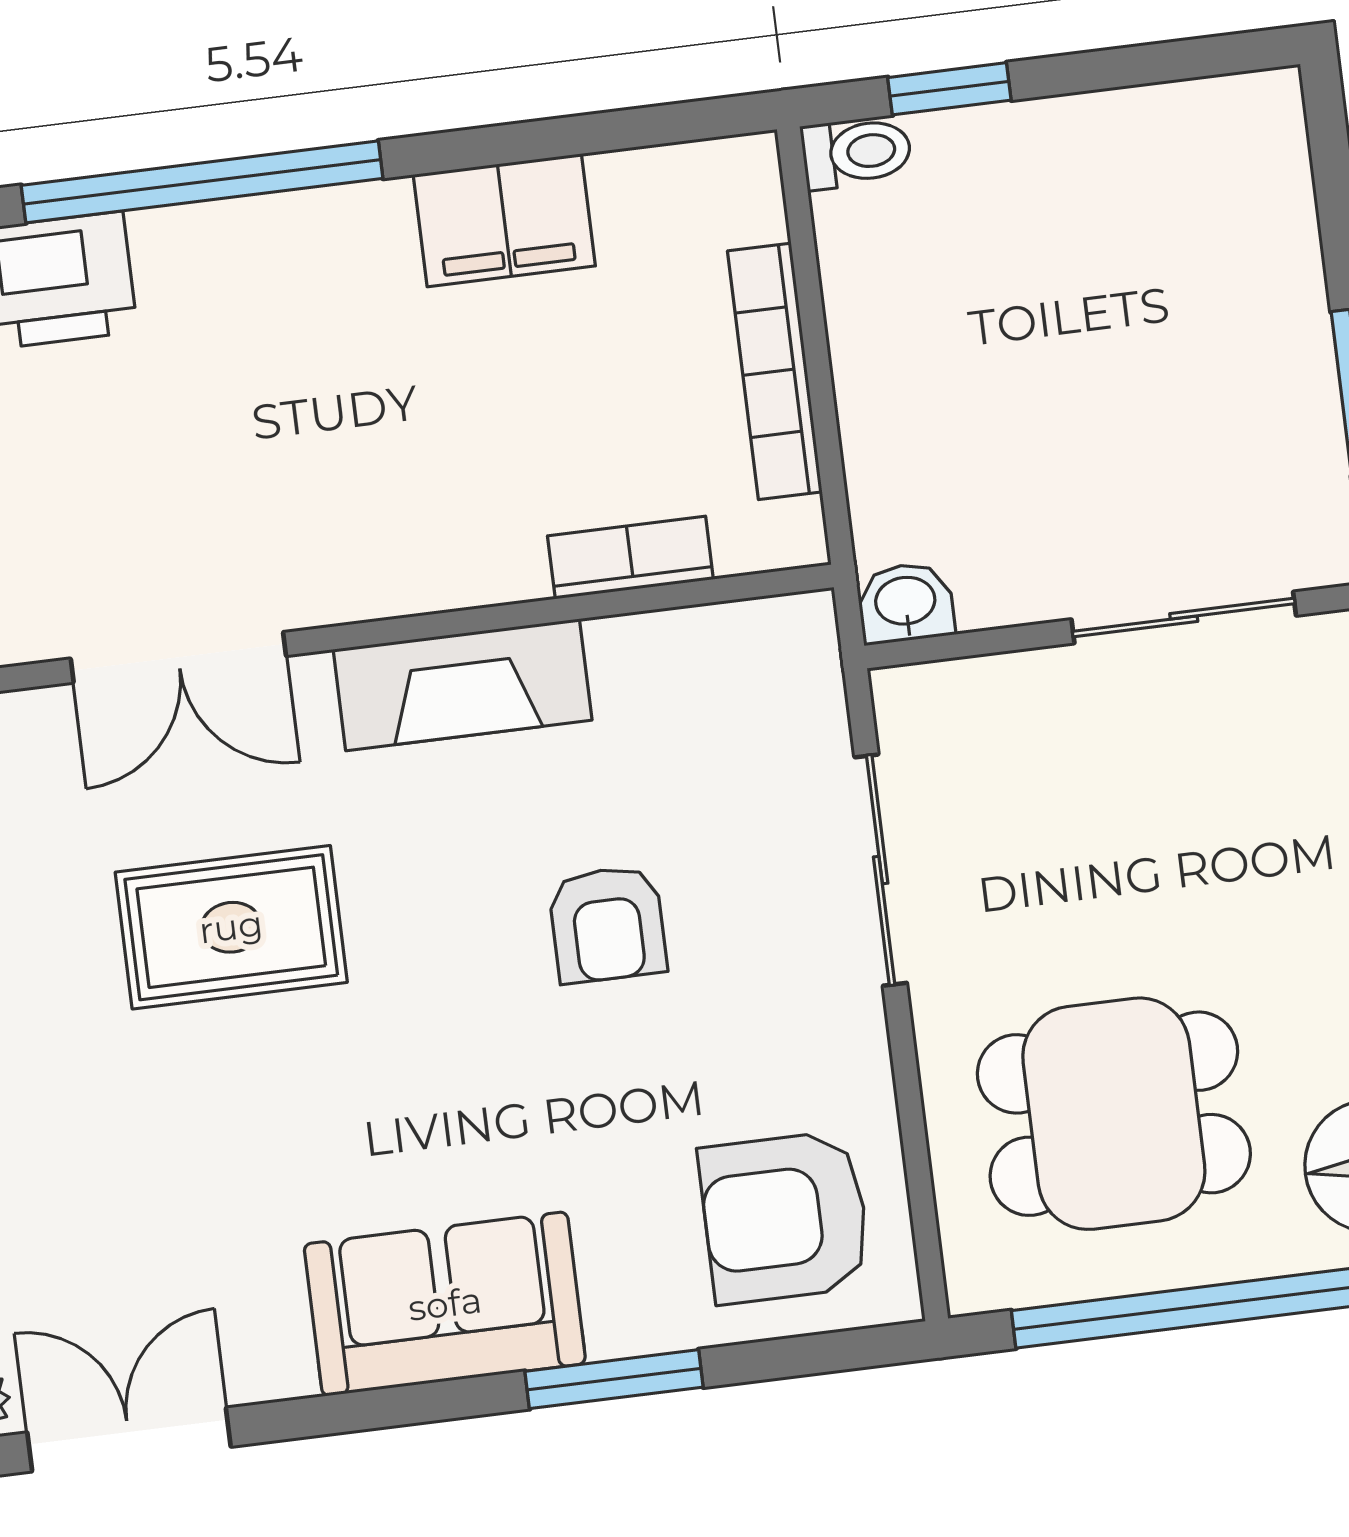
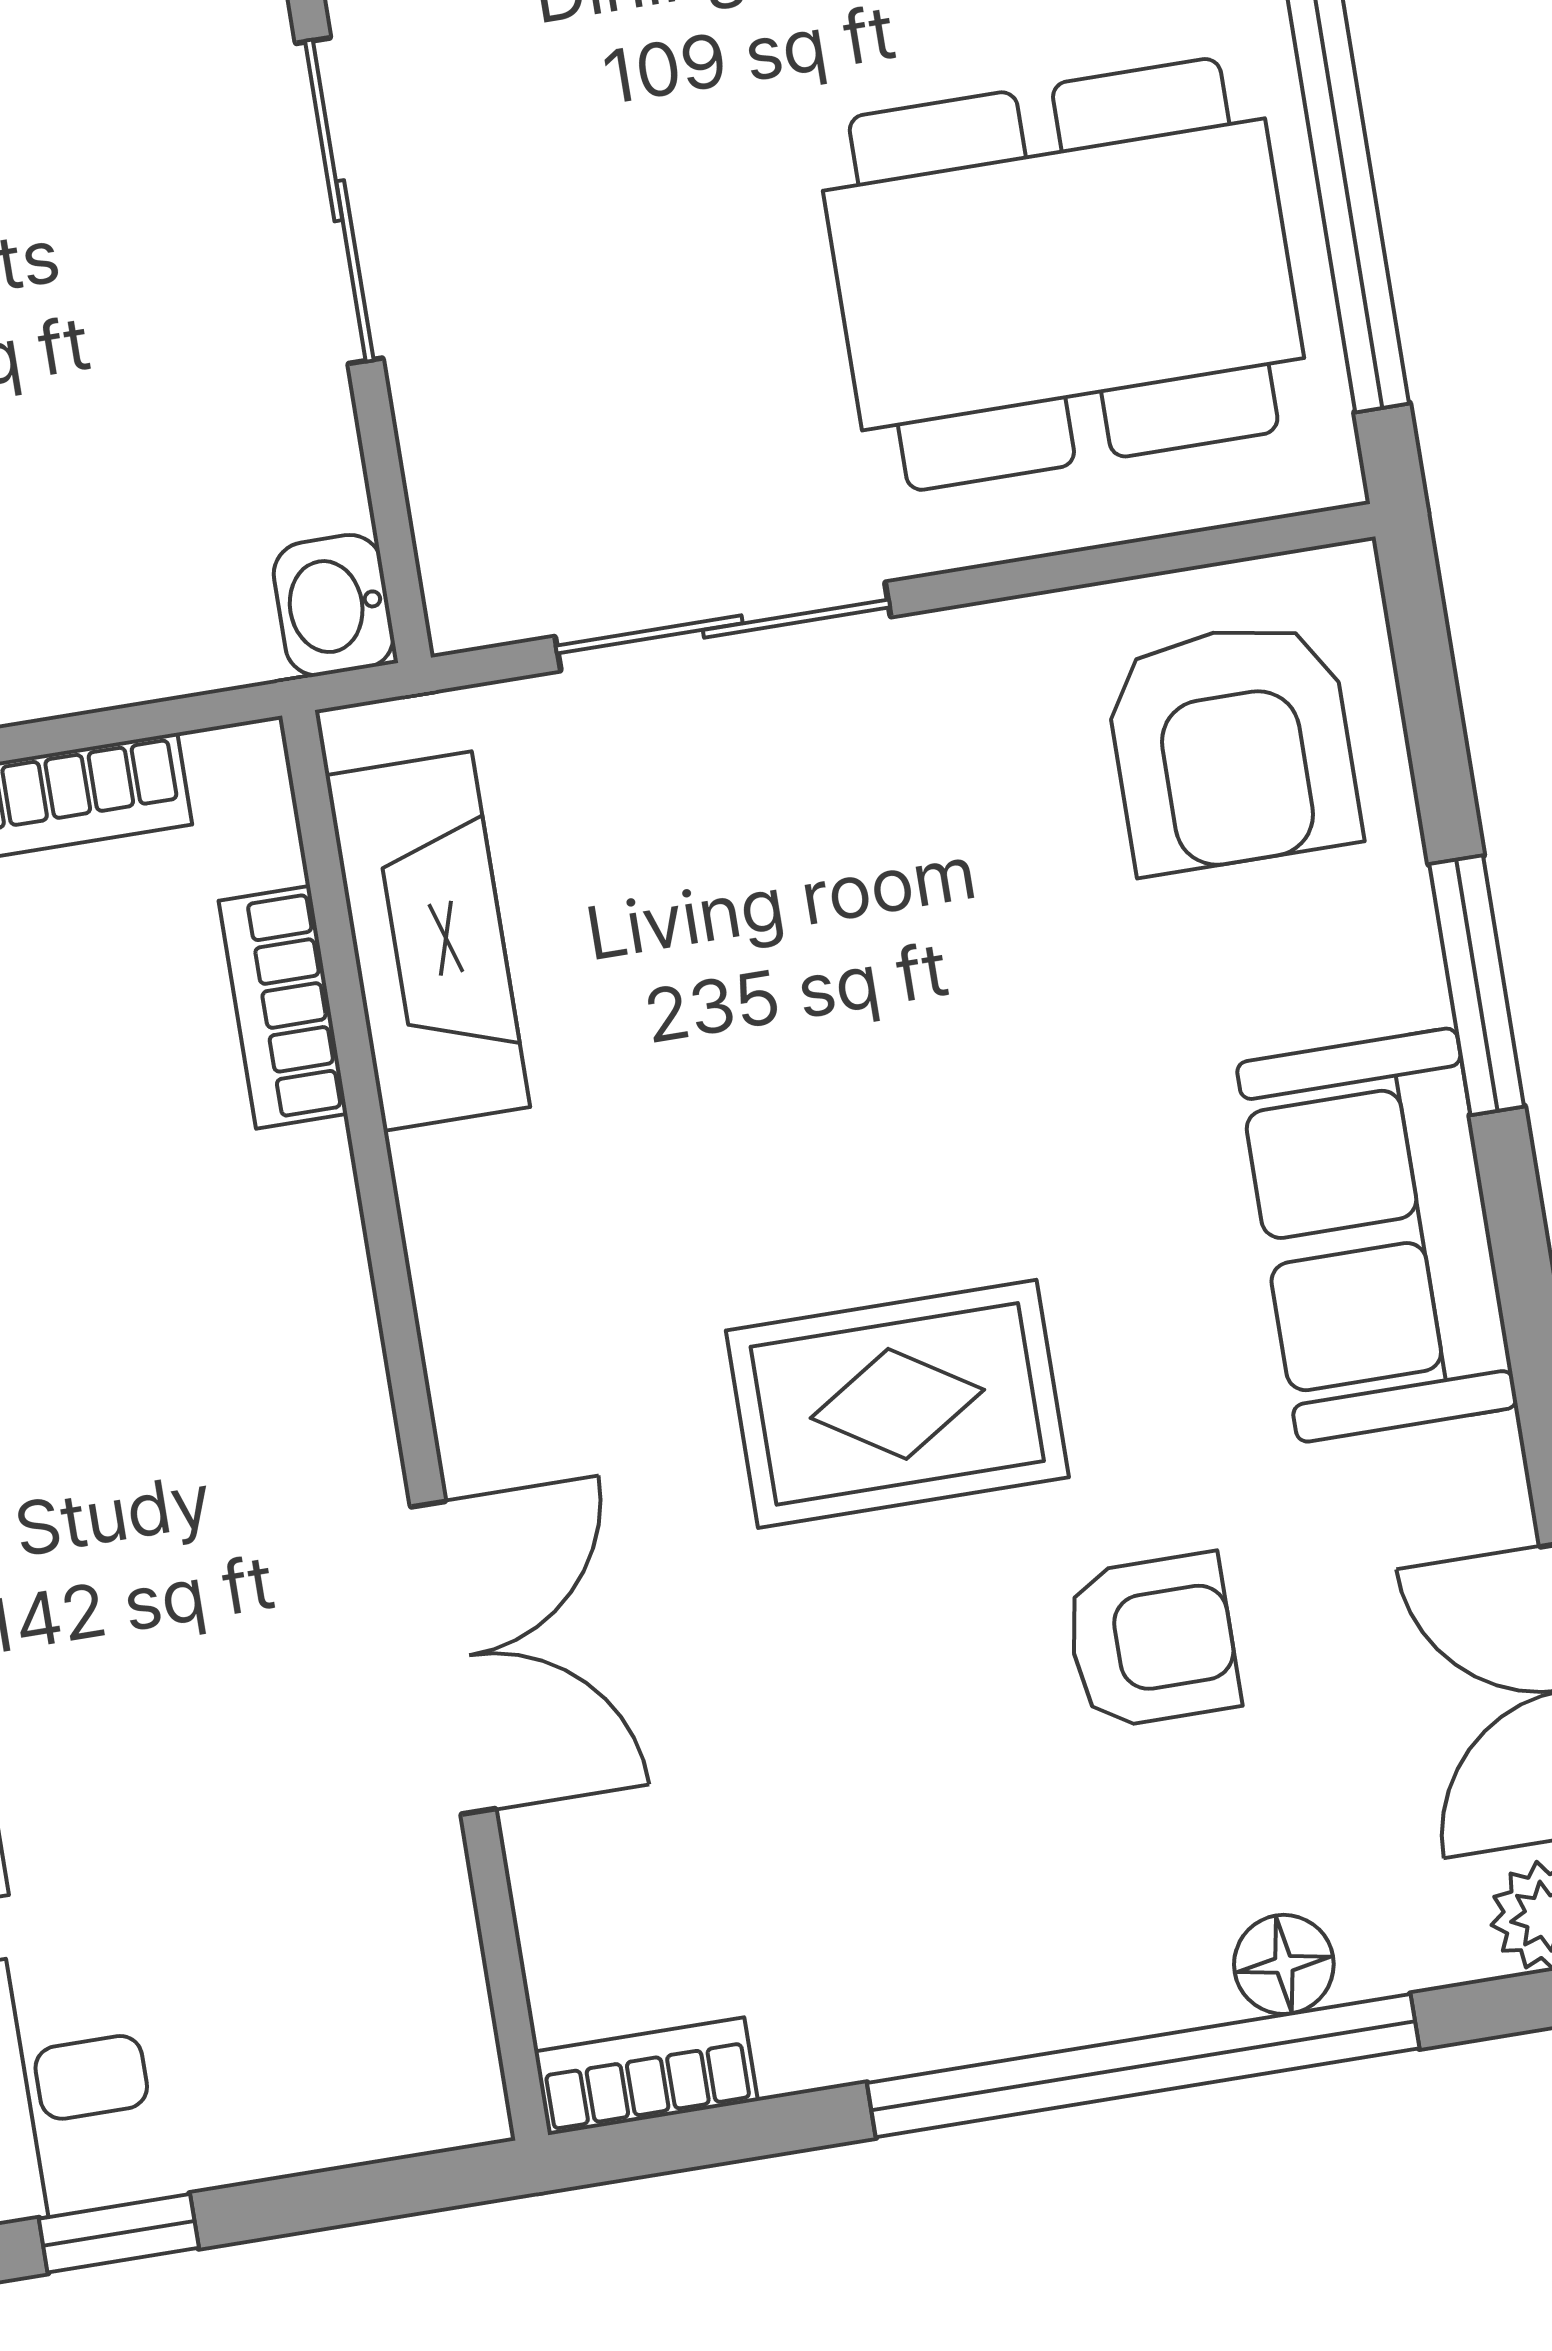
fireplace: (463, 685) -> (428, 941), moved
armchair: (607, 924) -> (1152, 1641), moved
rug: (231, 927) -> (897, 1404), moved, turned 90
dining table: (1114, 1114) -> (1064, 274), width x1.38

